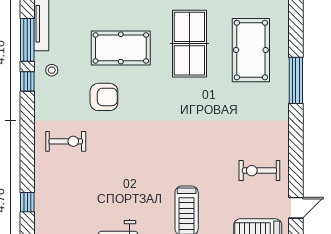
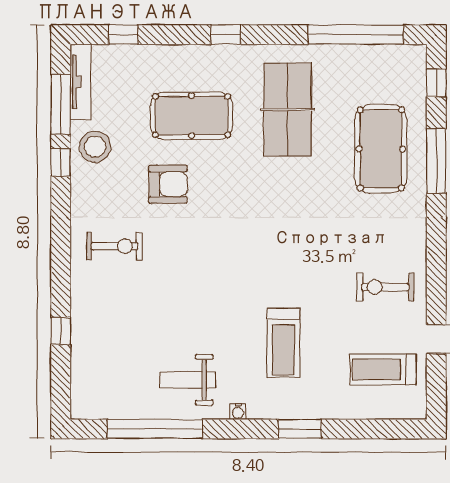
window: (296, 25) -> (436, 83), added
pool table: (251, 50) -> (381, 149), moved
stool: (52, 70) -> (95, 147), width x1.89, depth x1.89

